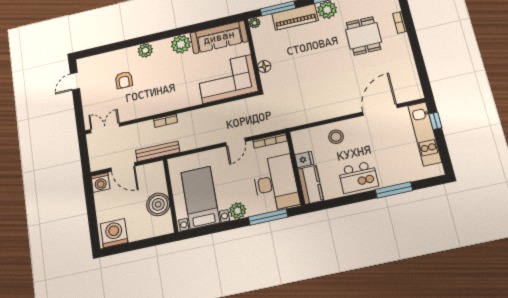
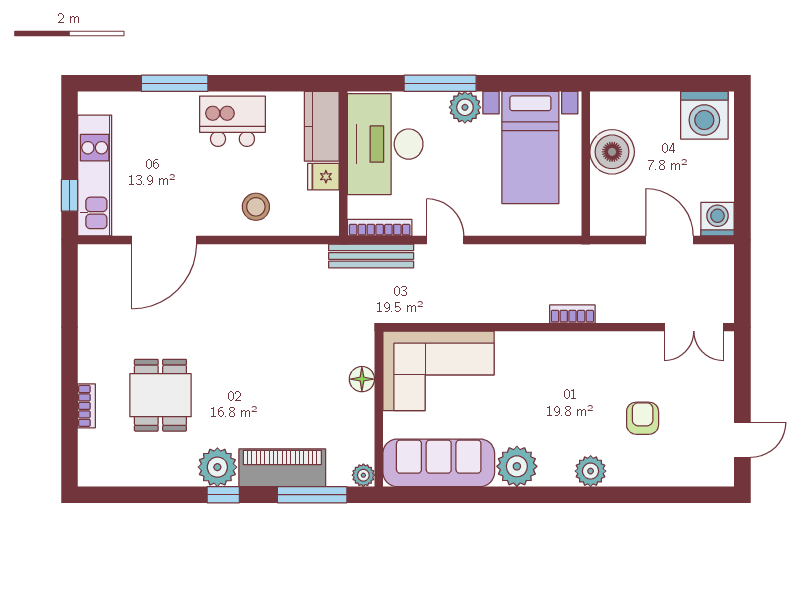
door: (235, 142) -> (445, 240), hinge flipped
bench: (158, 151) -> (371, 256), moved
window: (268, 217) -> (440, 83), moved

